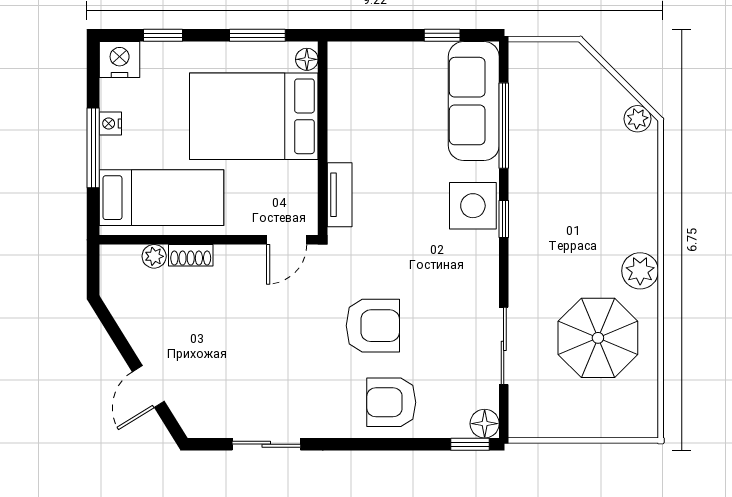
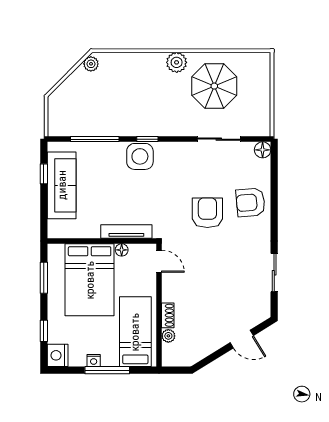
floor lamp: (307, 59) -> (122, 250), moved
sofa: (474, 101) -> (62, 185), moved, turned -90
tv unit: (340, 195) -> (126, 231), width x1.41
armchair: (391, 402) -> (251, 202), turned 85
window: (470, 444) -> (274, 158), removed

